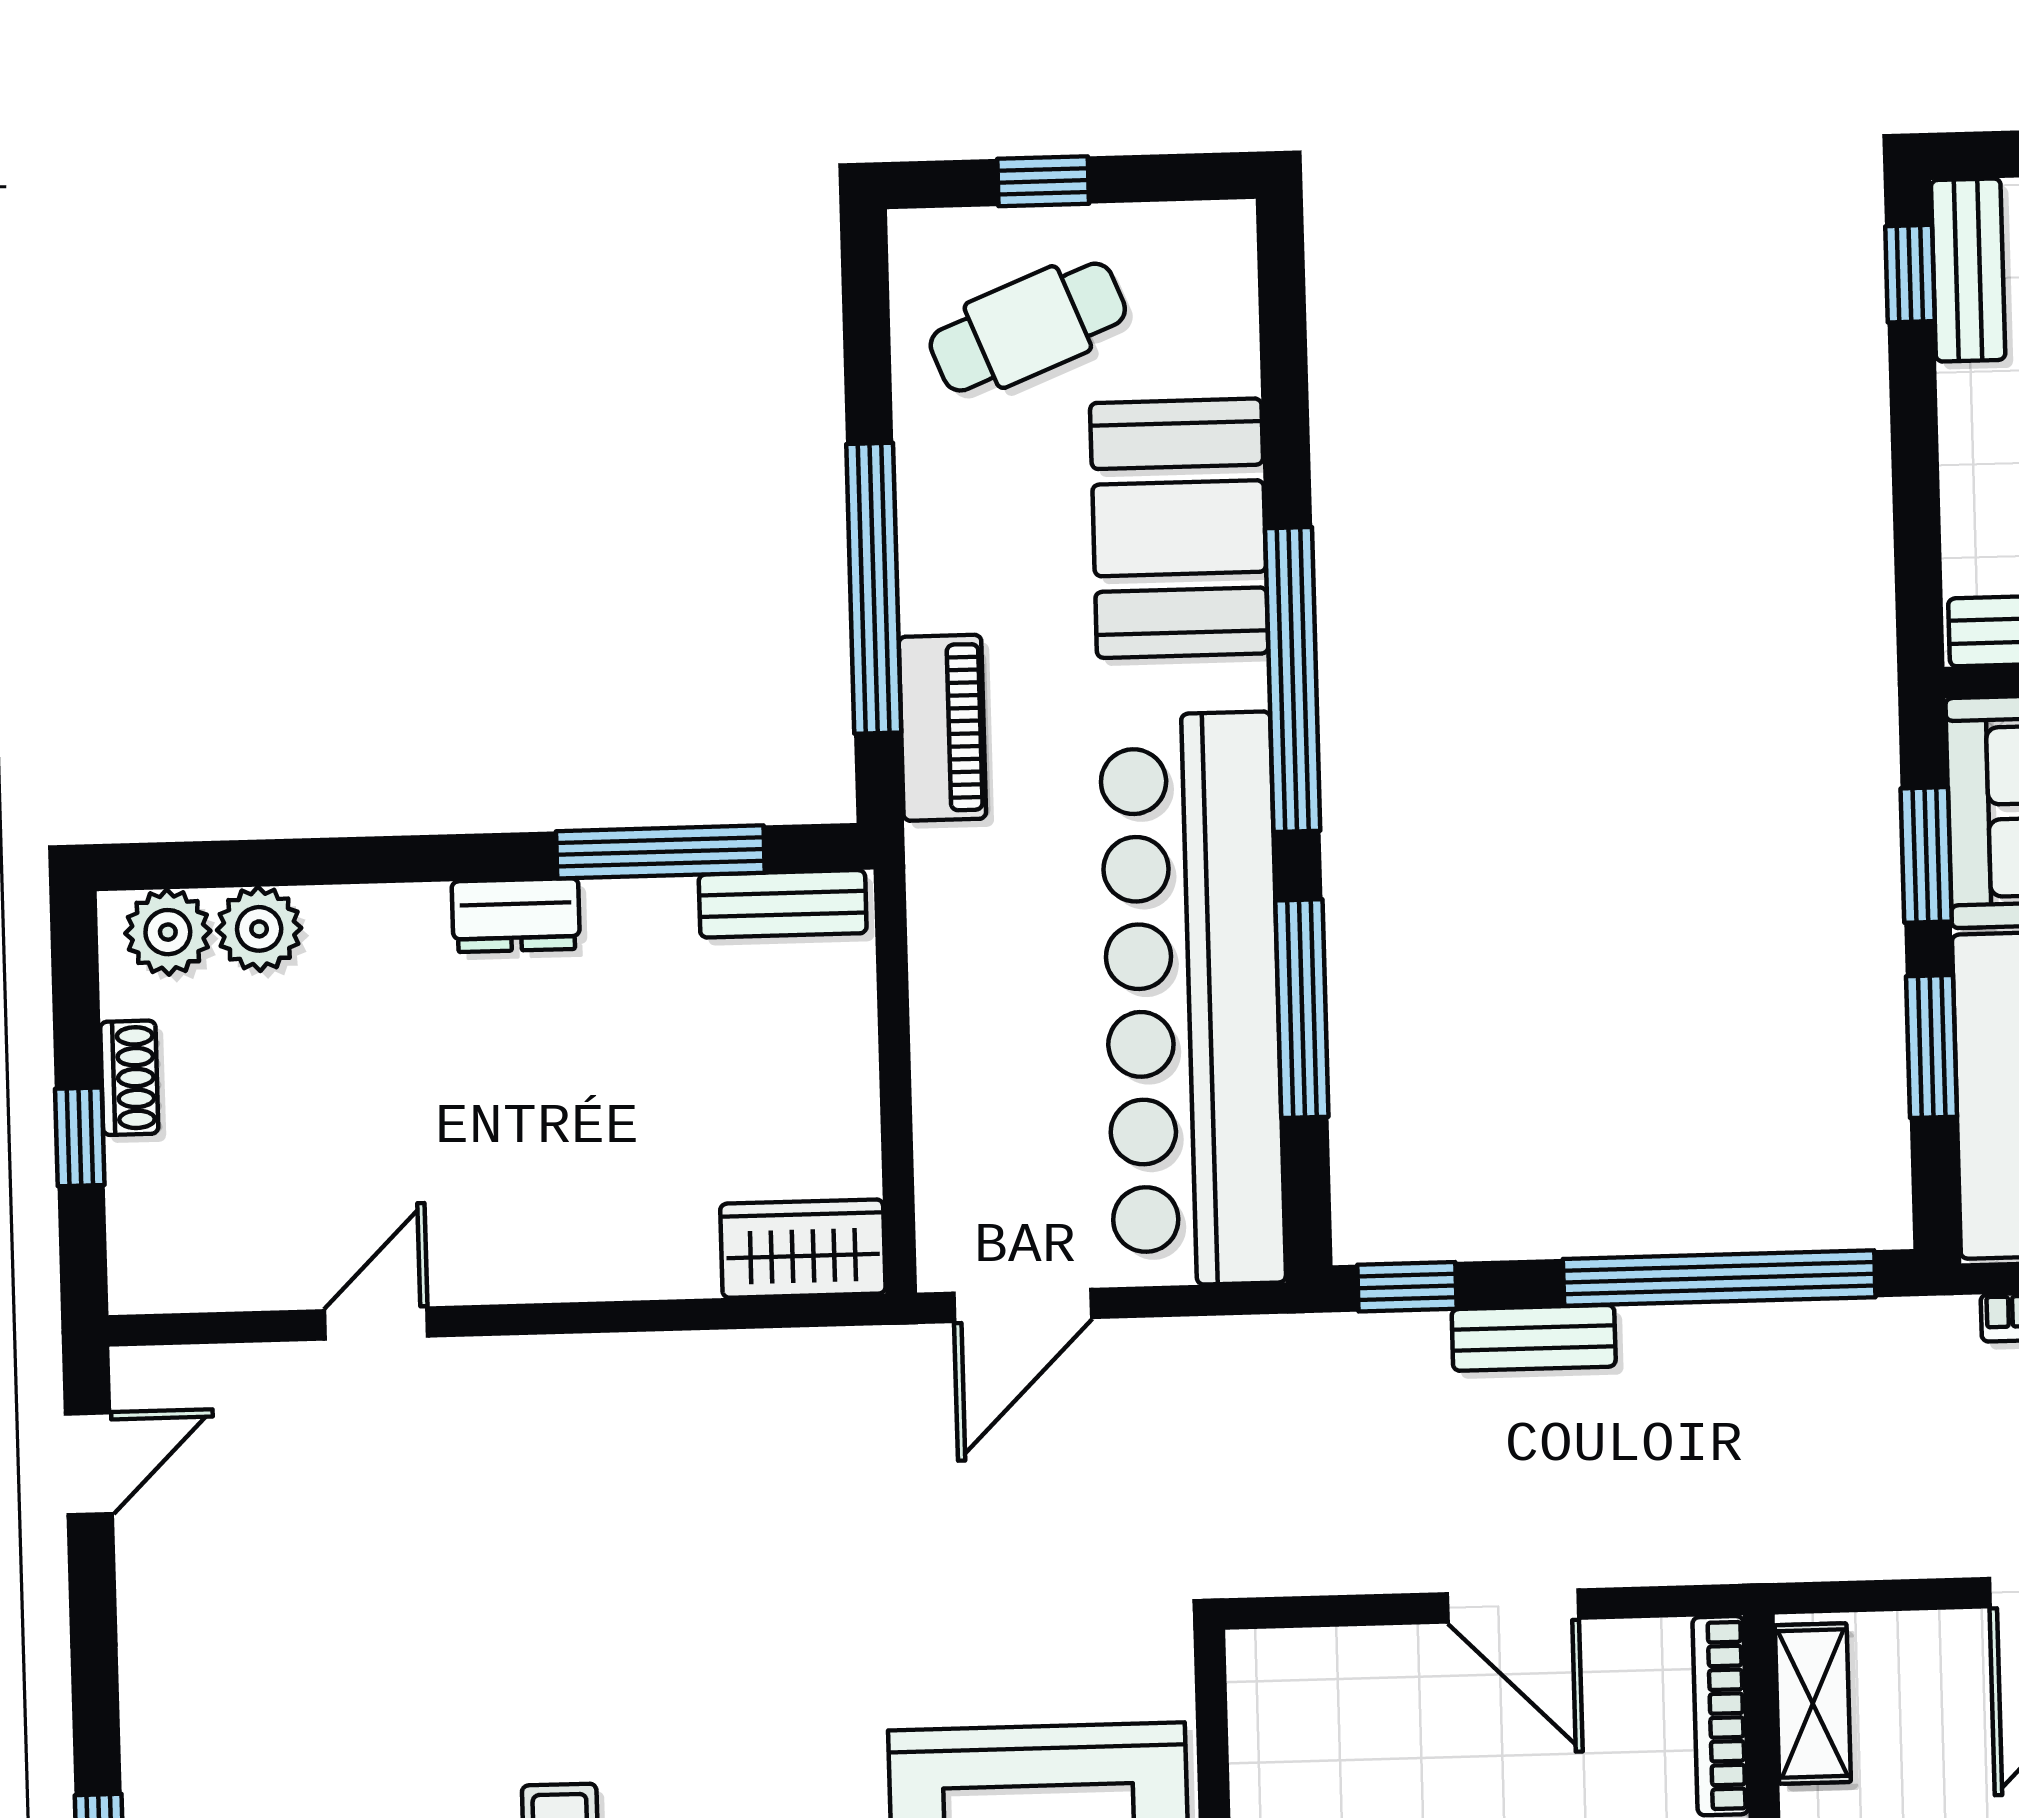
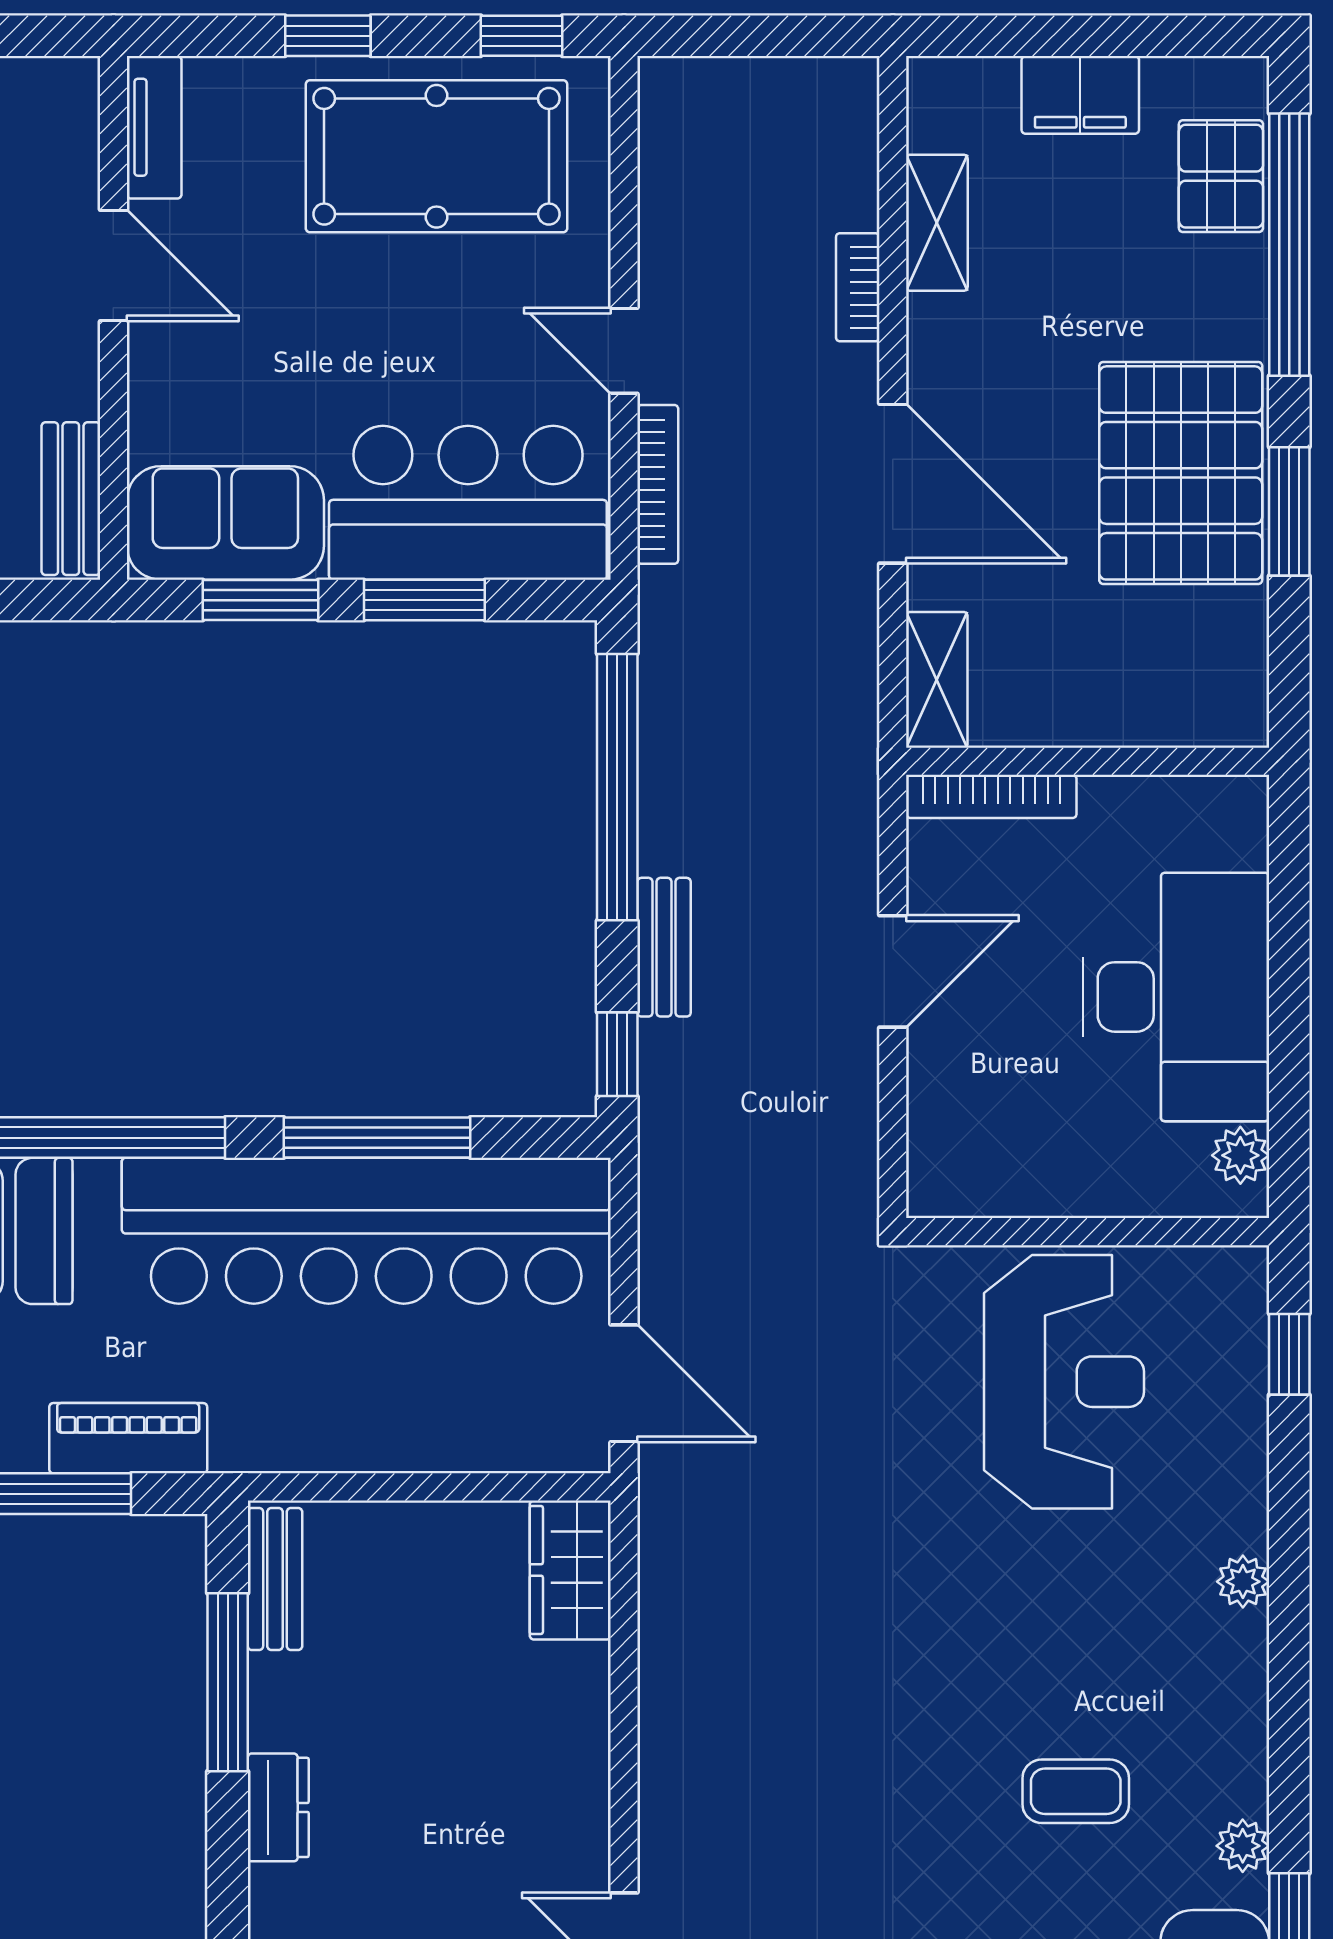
shelving: (1813, 1704) -> (937, 680), moved, turned 90

